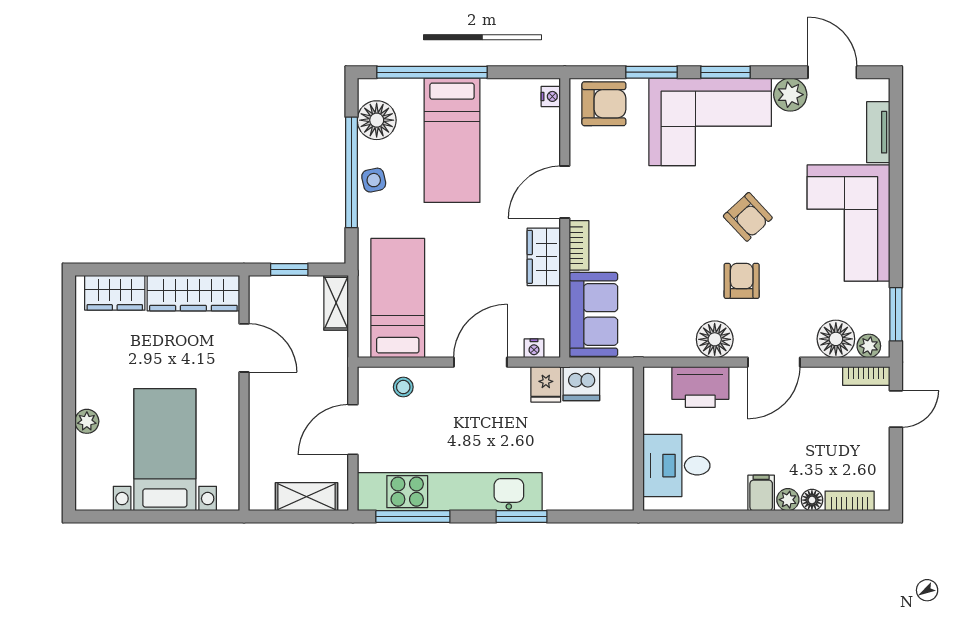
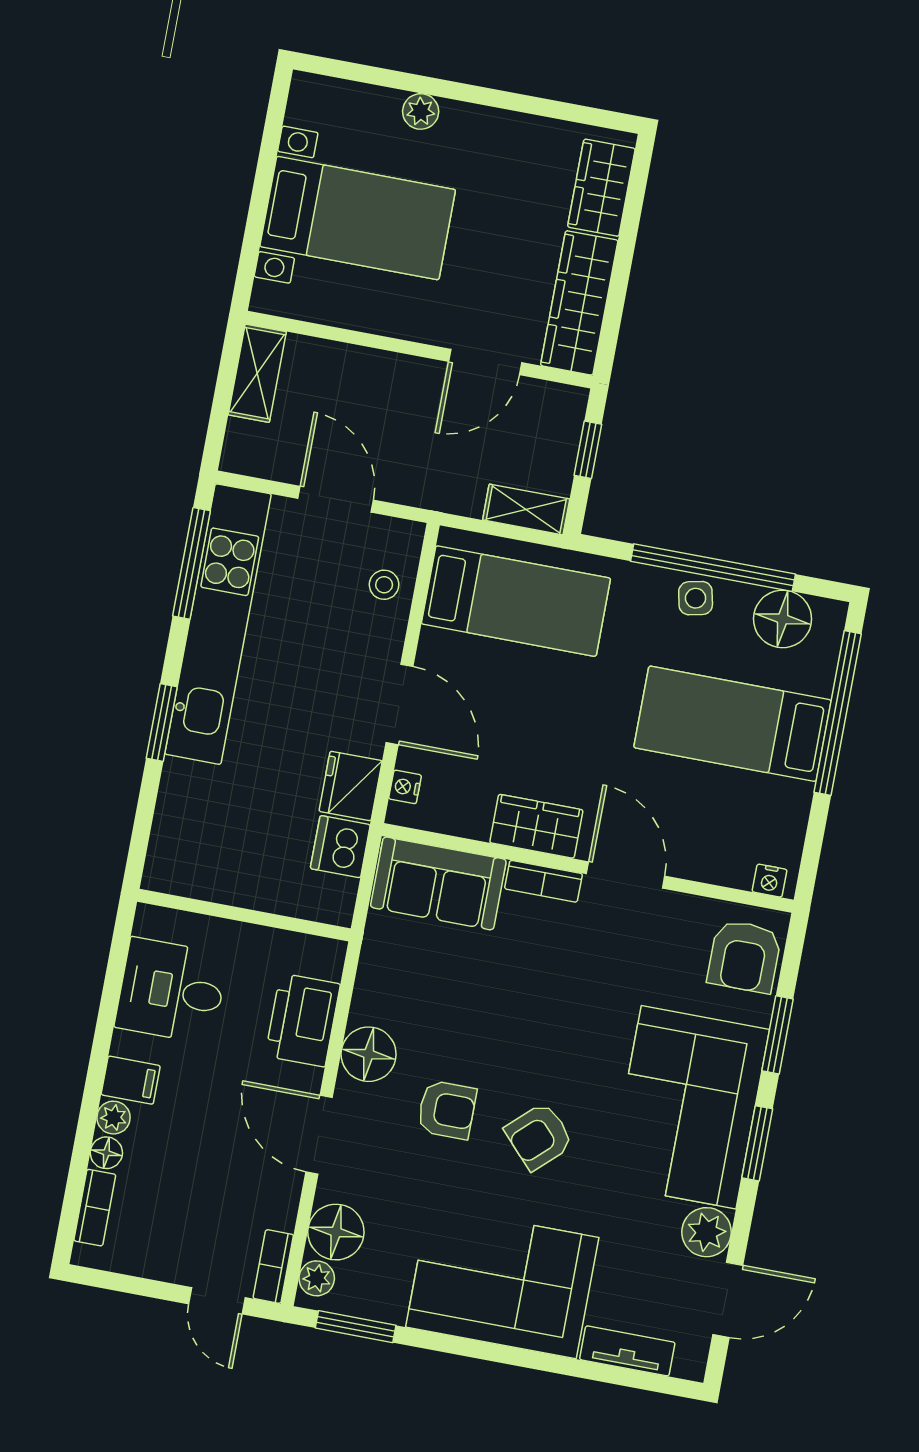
fridge: (546, 384) -> (351, 786), width x1.38
desk: (676, 466) -> (171, 991), moved, turned -90
shelving: (307, 497) -> (257, 373), moved

